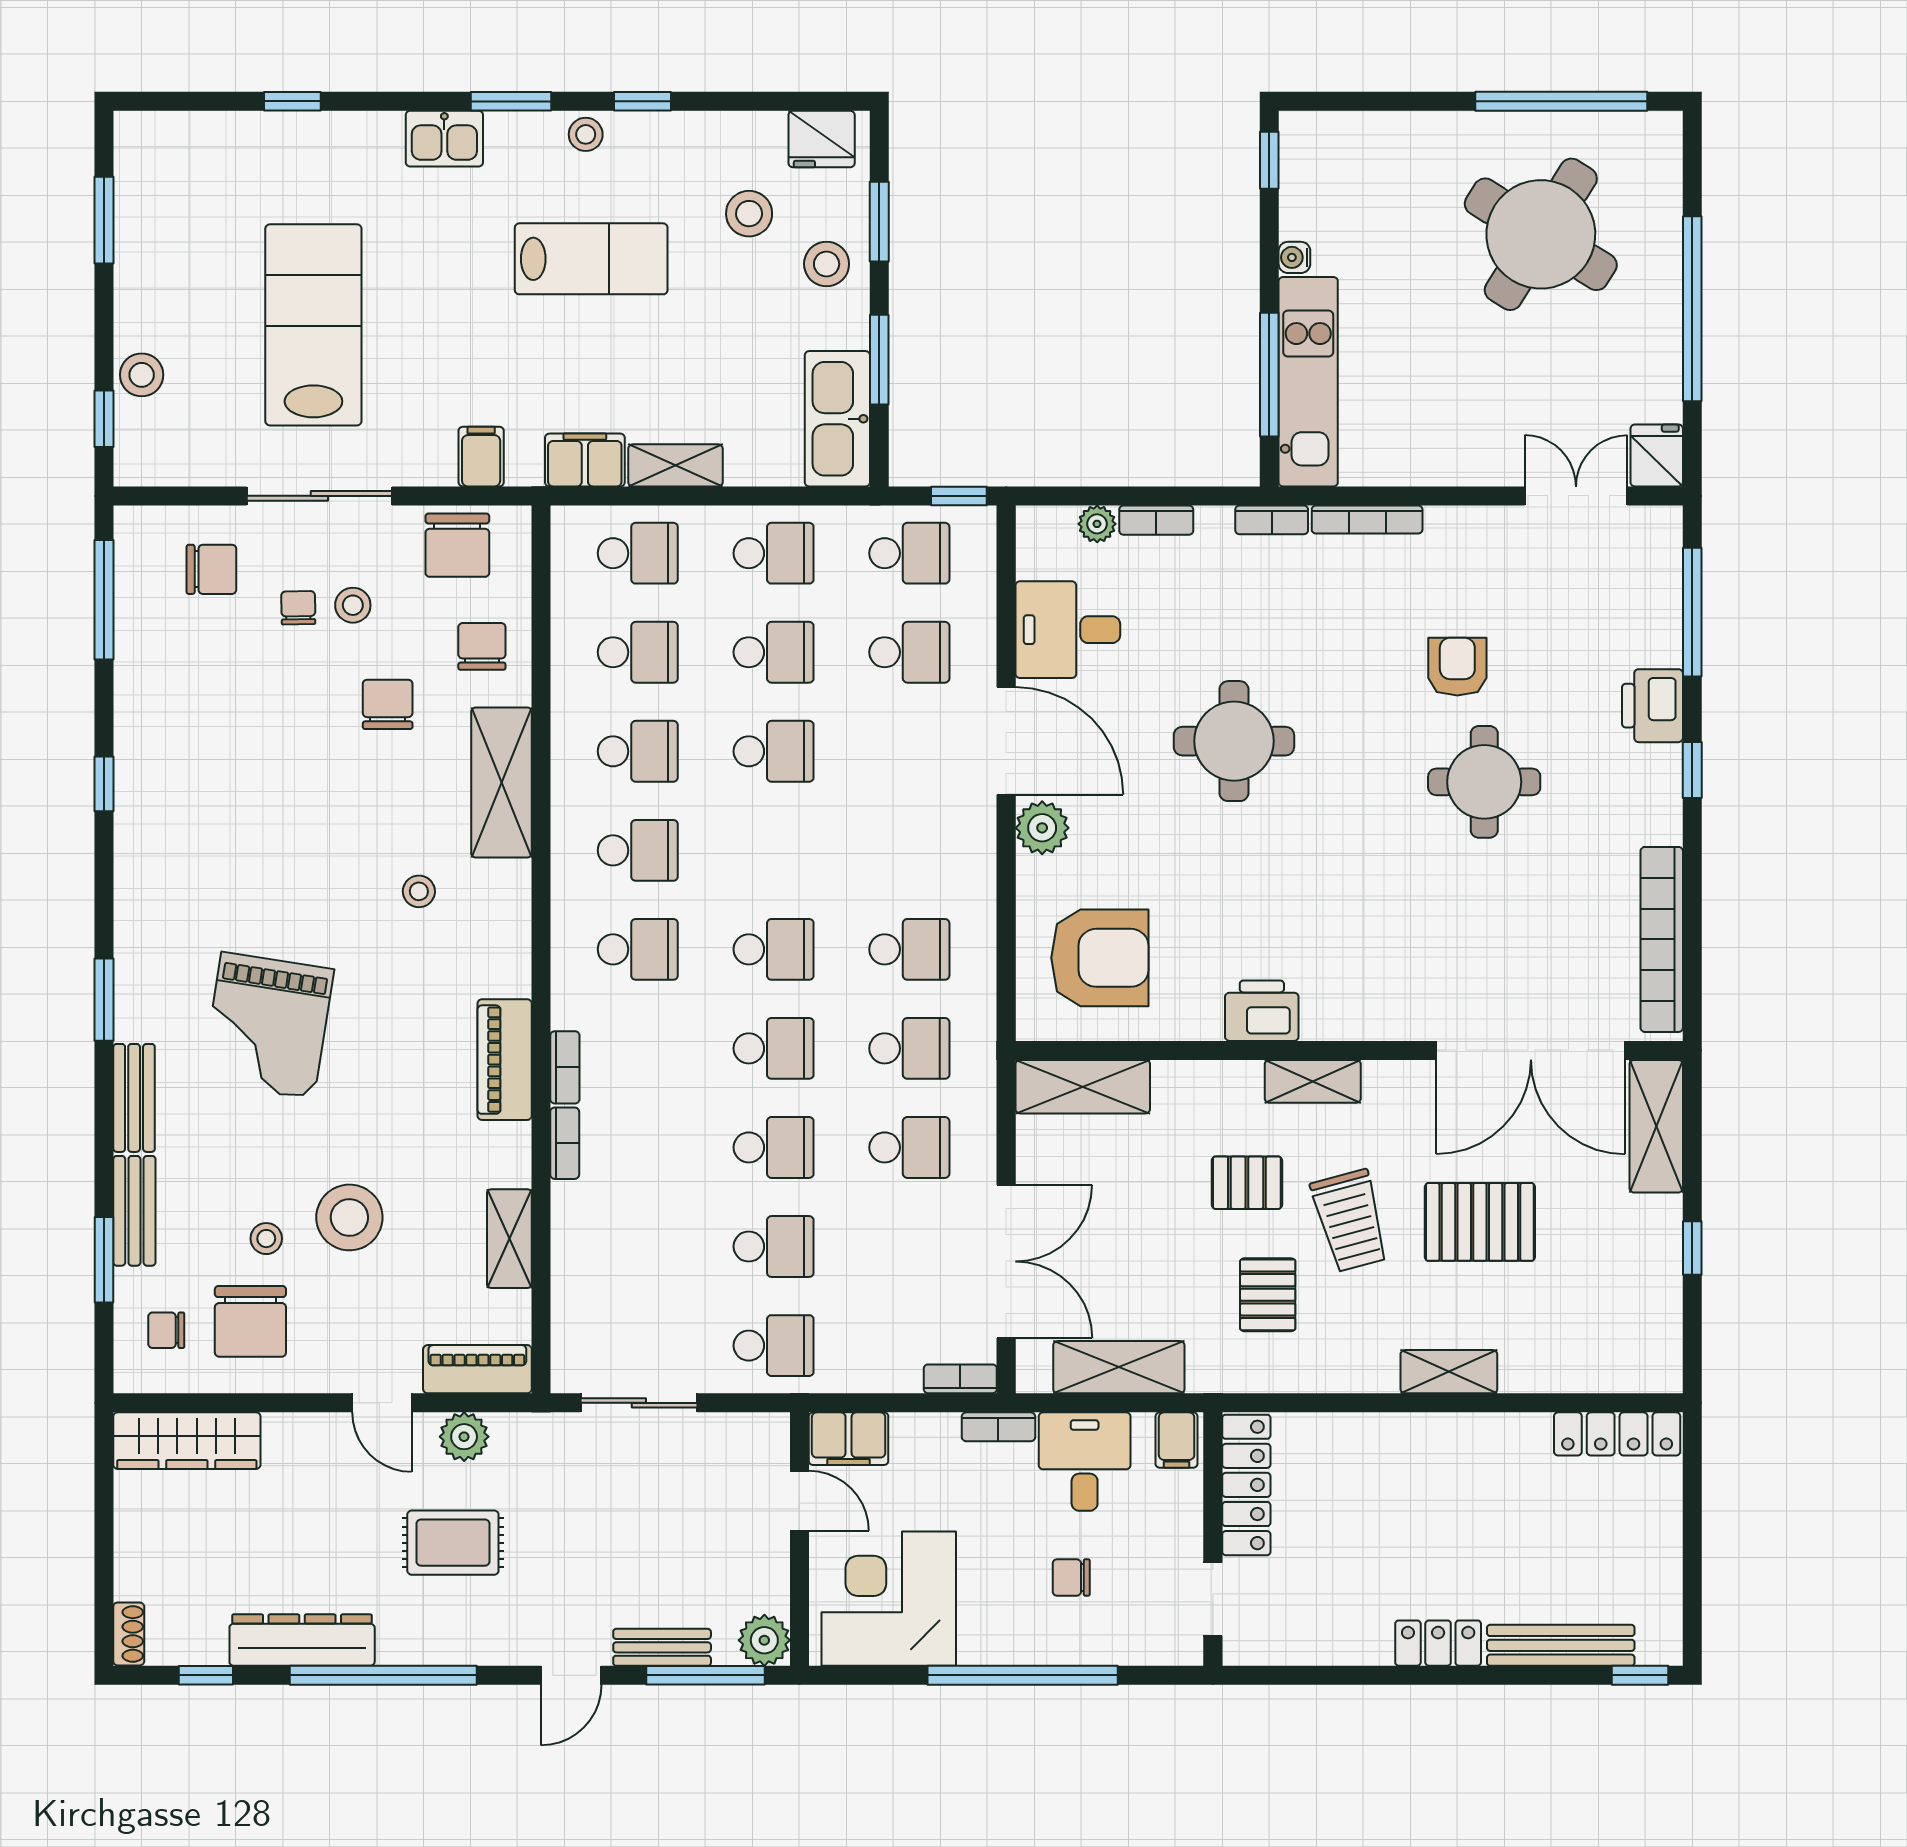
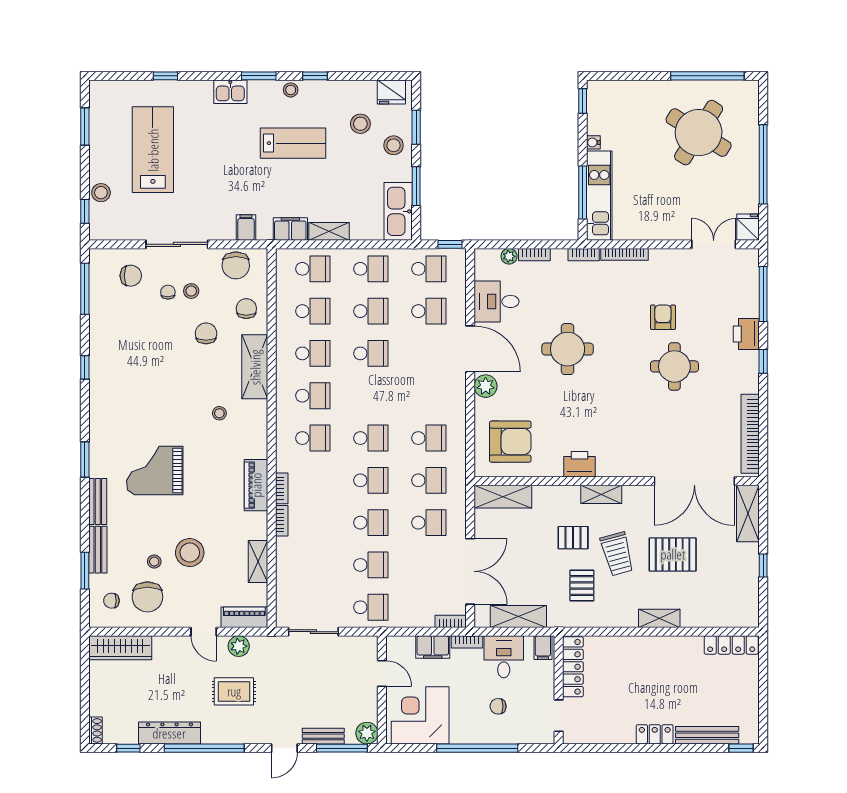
lab bench: (313, 325) -> (153, 150), moved
grand piano: (268, 1025) -> (155, 471), turned 81
filing cabinet: (849, 1439) -> (433, 647), moved

